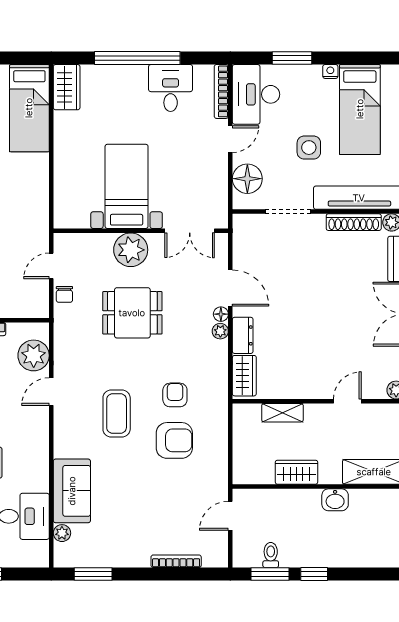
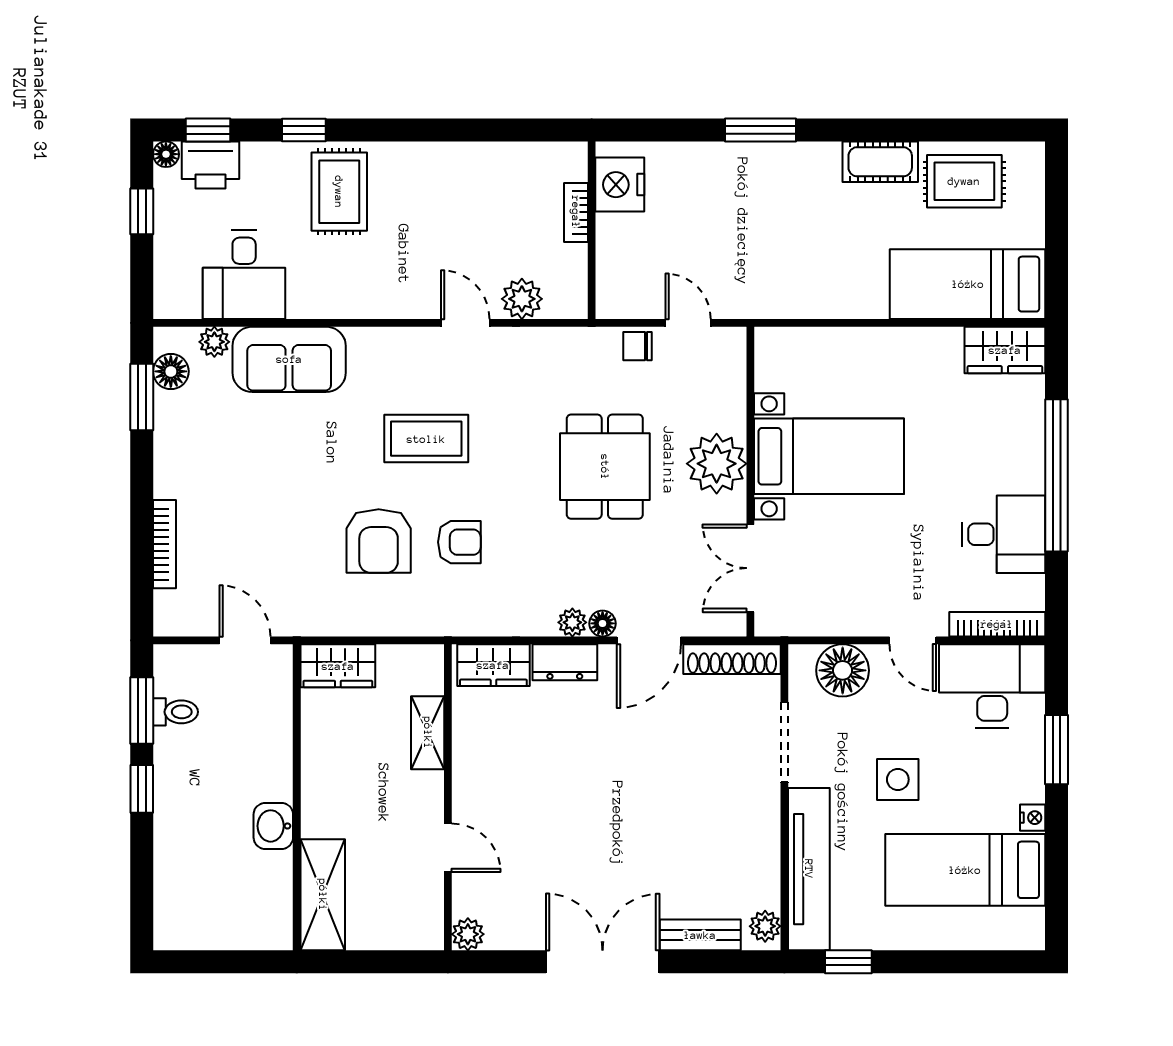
shoe rack: (354, 222) -> (732, 659), moved, turned -90
plant: (34, 355) -> (522, 299), width x0.73, depth x0.73
wardrobe: (296, 472) -> (338, 666), moved, turned 90
floor lamp: (79, 558) -> (171, 371), added

